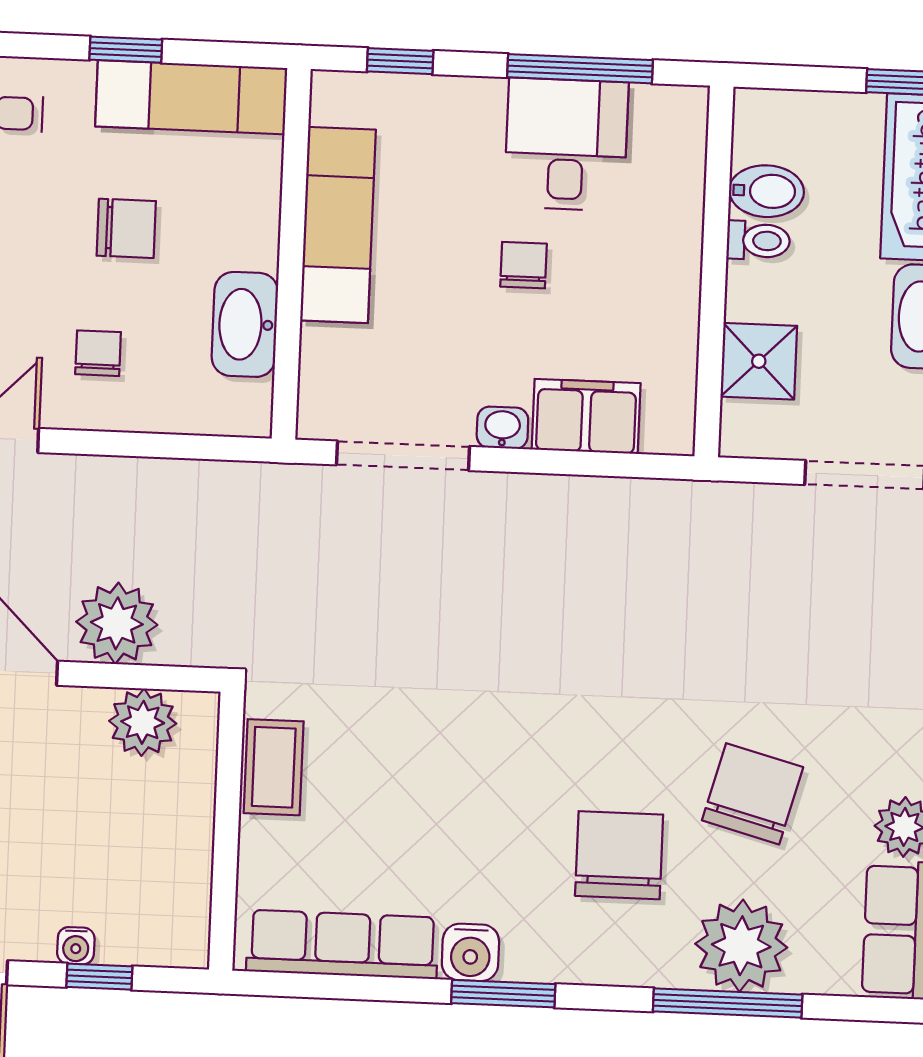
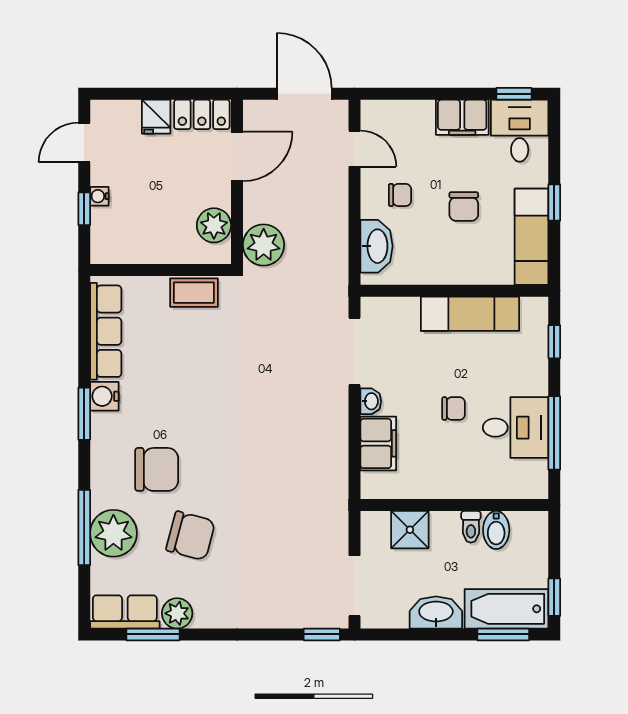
washbasin: (245, 324) -> (376, 246), moved, turned 90
plant: (117, 623) -> (264, 245), moved

